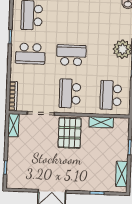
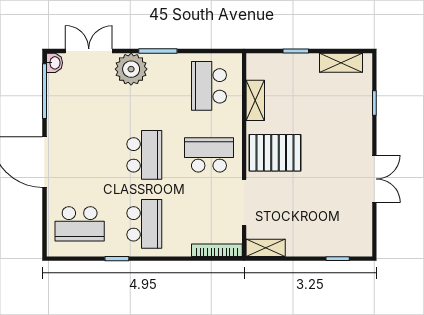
school desk: (71, 55) -> (144, 155), turned 180
school desk: (70, 94) -> (209, 155), turned 180
school desk: (111, 95) -> (209, 86), turned 90

